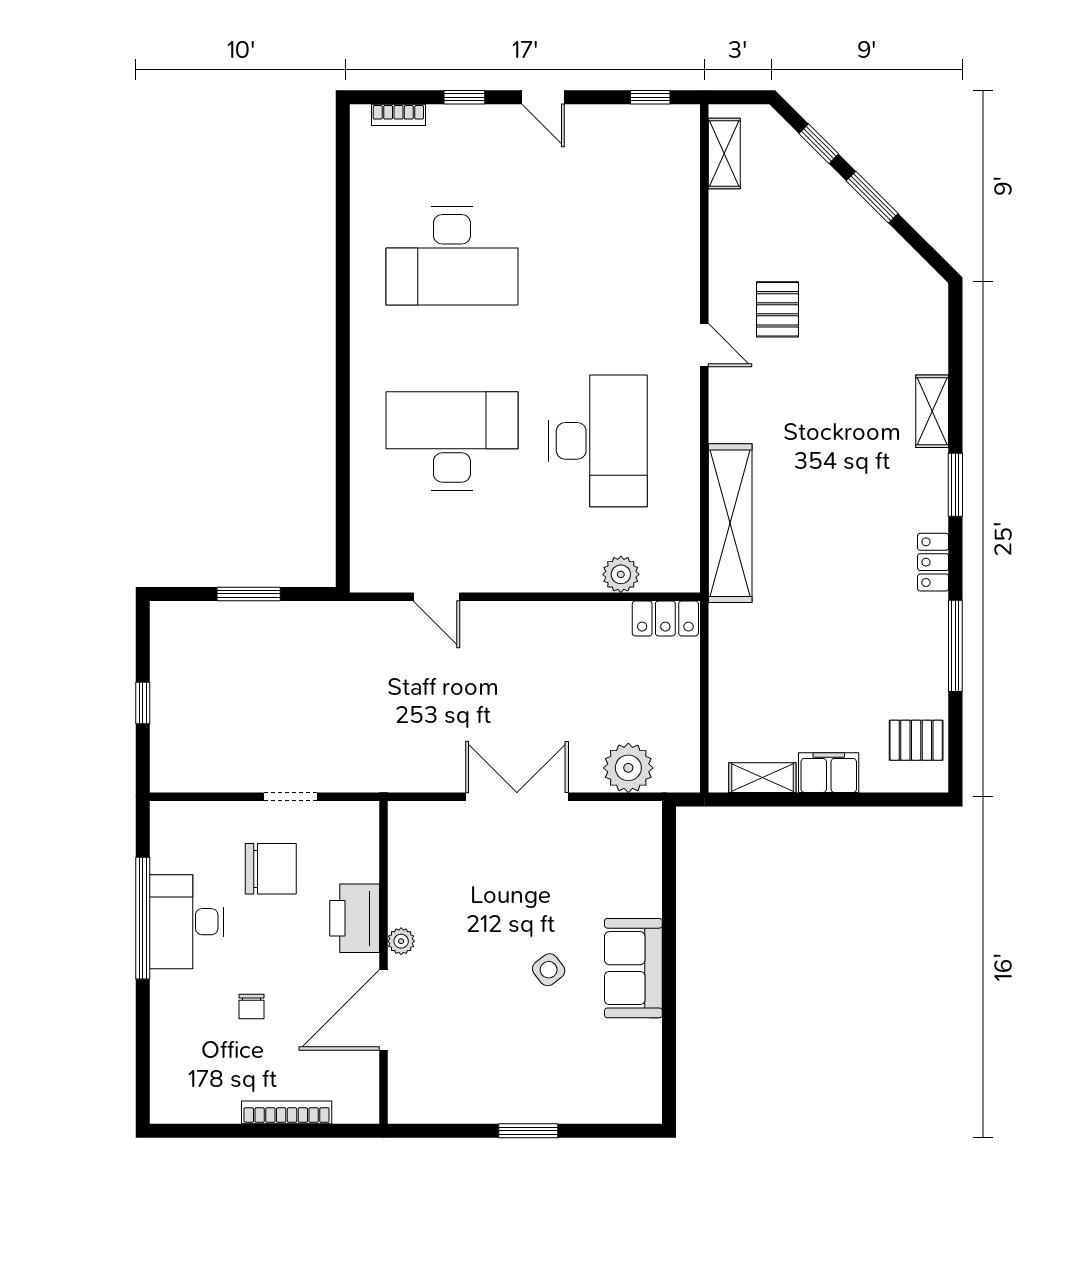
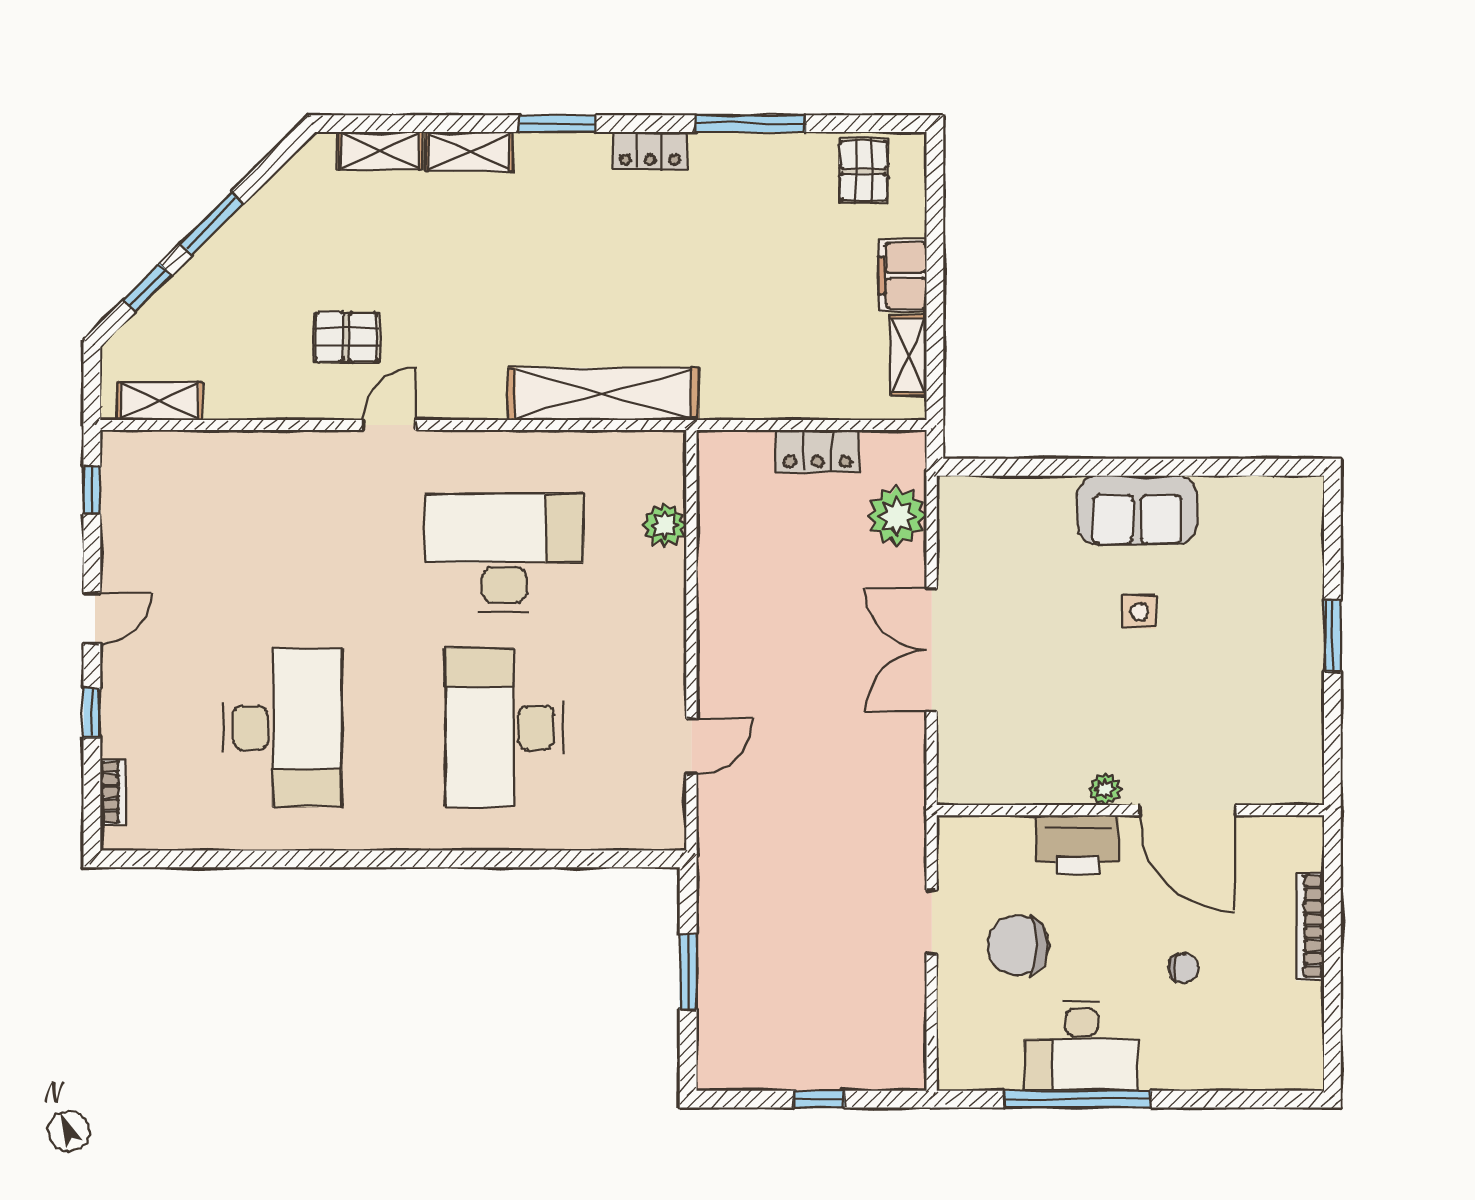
shelving: (933, 337) -> (380, 151), added
locker: (665, 618) -> (818, 451), moved, turned 90
chair: (271, 869) -> (1018, 945), turned -90
side table: (549, 970) -> (1139, 612), turned 38

